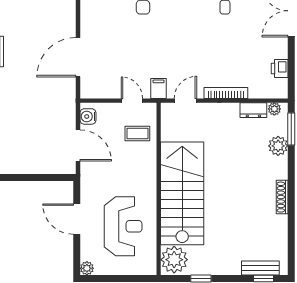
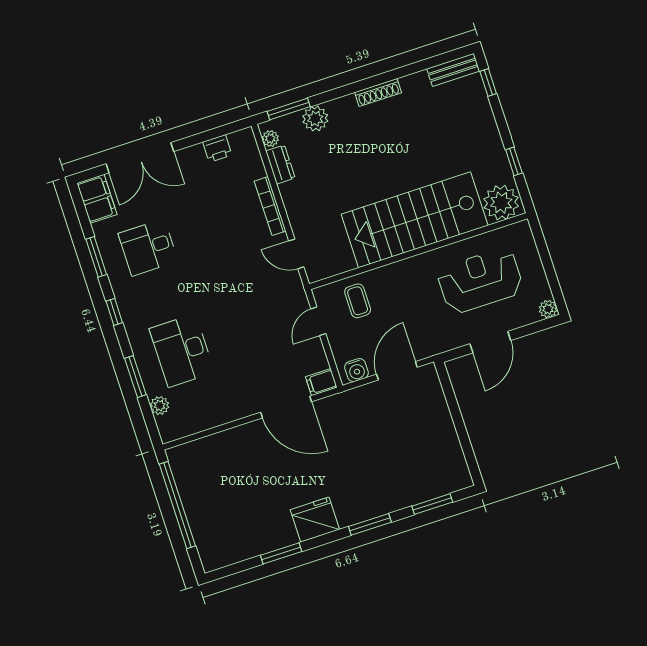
filing cabinet: (158, 88) -> (321, 382), moved
bench: (260, 268) -> (453, 70), moved, turned 90

